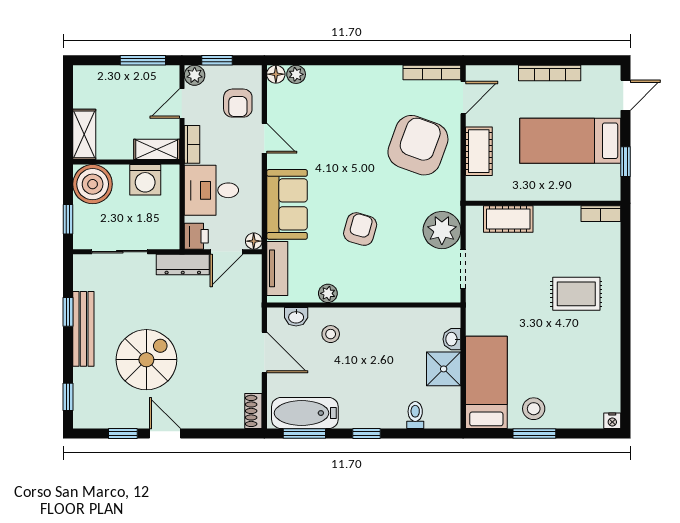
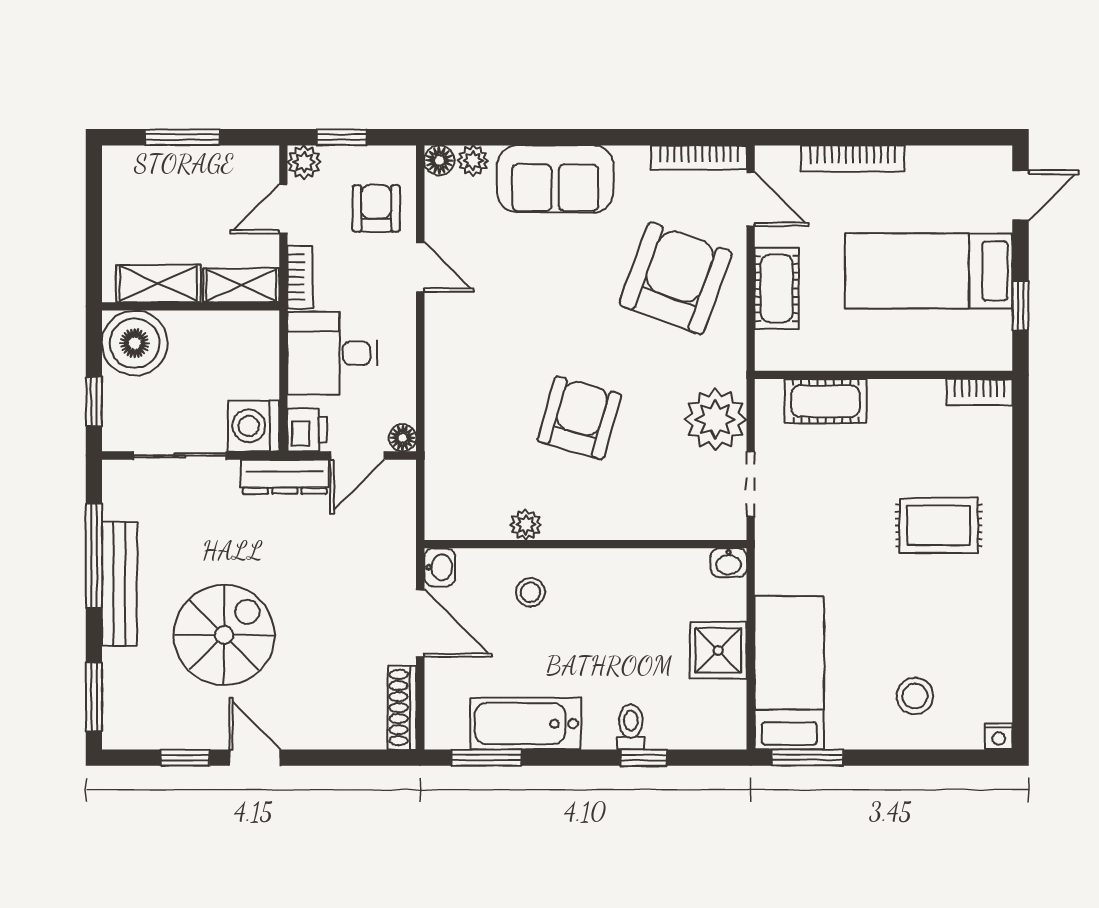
window: (143, 60) -> (182, 137), moved
bookcase: (550, 73) -> (853, 158), moved
door: (463, 98) -> (751, 199), hinge flipped
armchair: (238, 103) -> (376, 208), turned 180
shelving: (84, 134) -> (158, 284), moved, turned 90
washing machine: (145, 180) -> (254, 426), moved, turned 90
sofa: (287, 204) -> (555, 179), moved, turned 90
armchair: (360, 229) -> (579, 418), width x1.38, depth x1.38
tv unit: (277, 268) -> (441, 483), removed
window: (68, 312) -> (94, 556), width x2.17
washbasin: (296, 317) -> (440, 567), moved, turned -90
washbasin: (452, 339) -> (729, 563), moved, turned -90
window: (68, 397) -> (94, 697), width x1.50
stool: (534, 409) -> (915, 696), moved
shoe rack: (253, 411) -> (402, 708), width x1.43
bathtub: (305, 413) -> (526, 724), moved
toilet: (415, 415) -> (631, 727), moved
window: (367, 433) -> (644, 758), moved
window: (534, 433) -> (807, 758), moved

